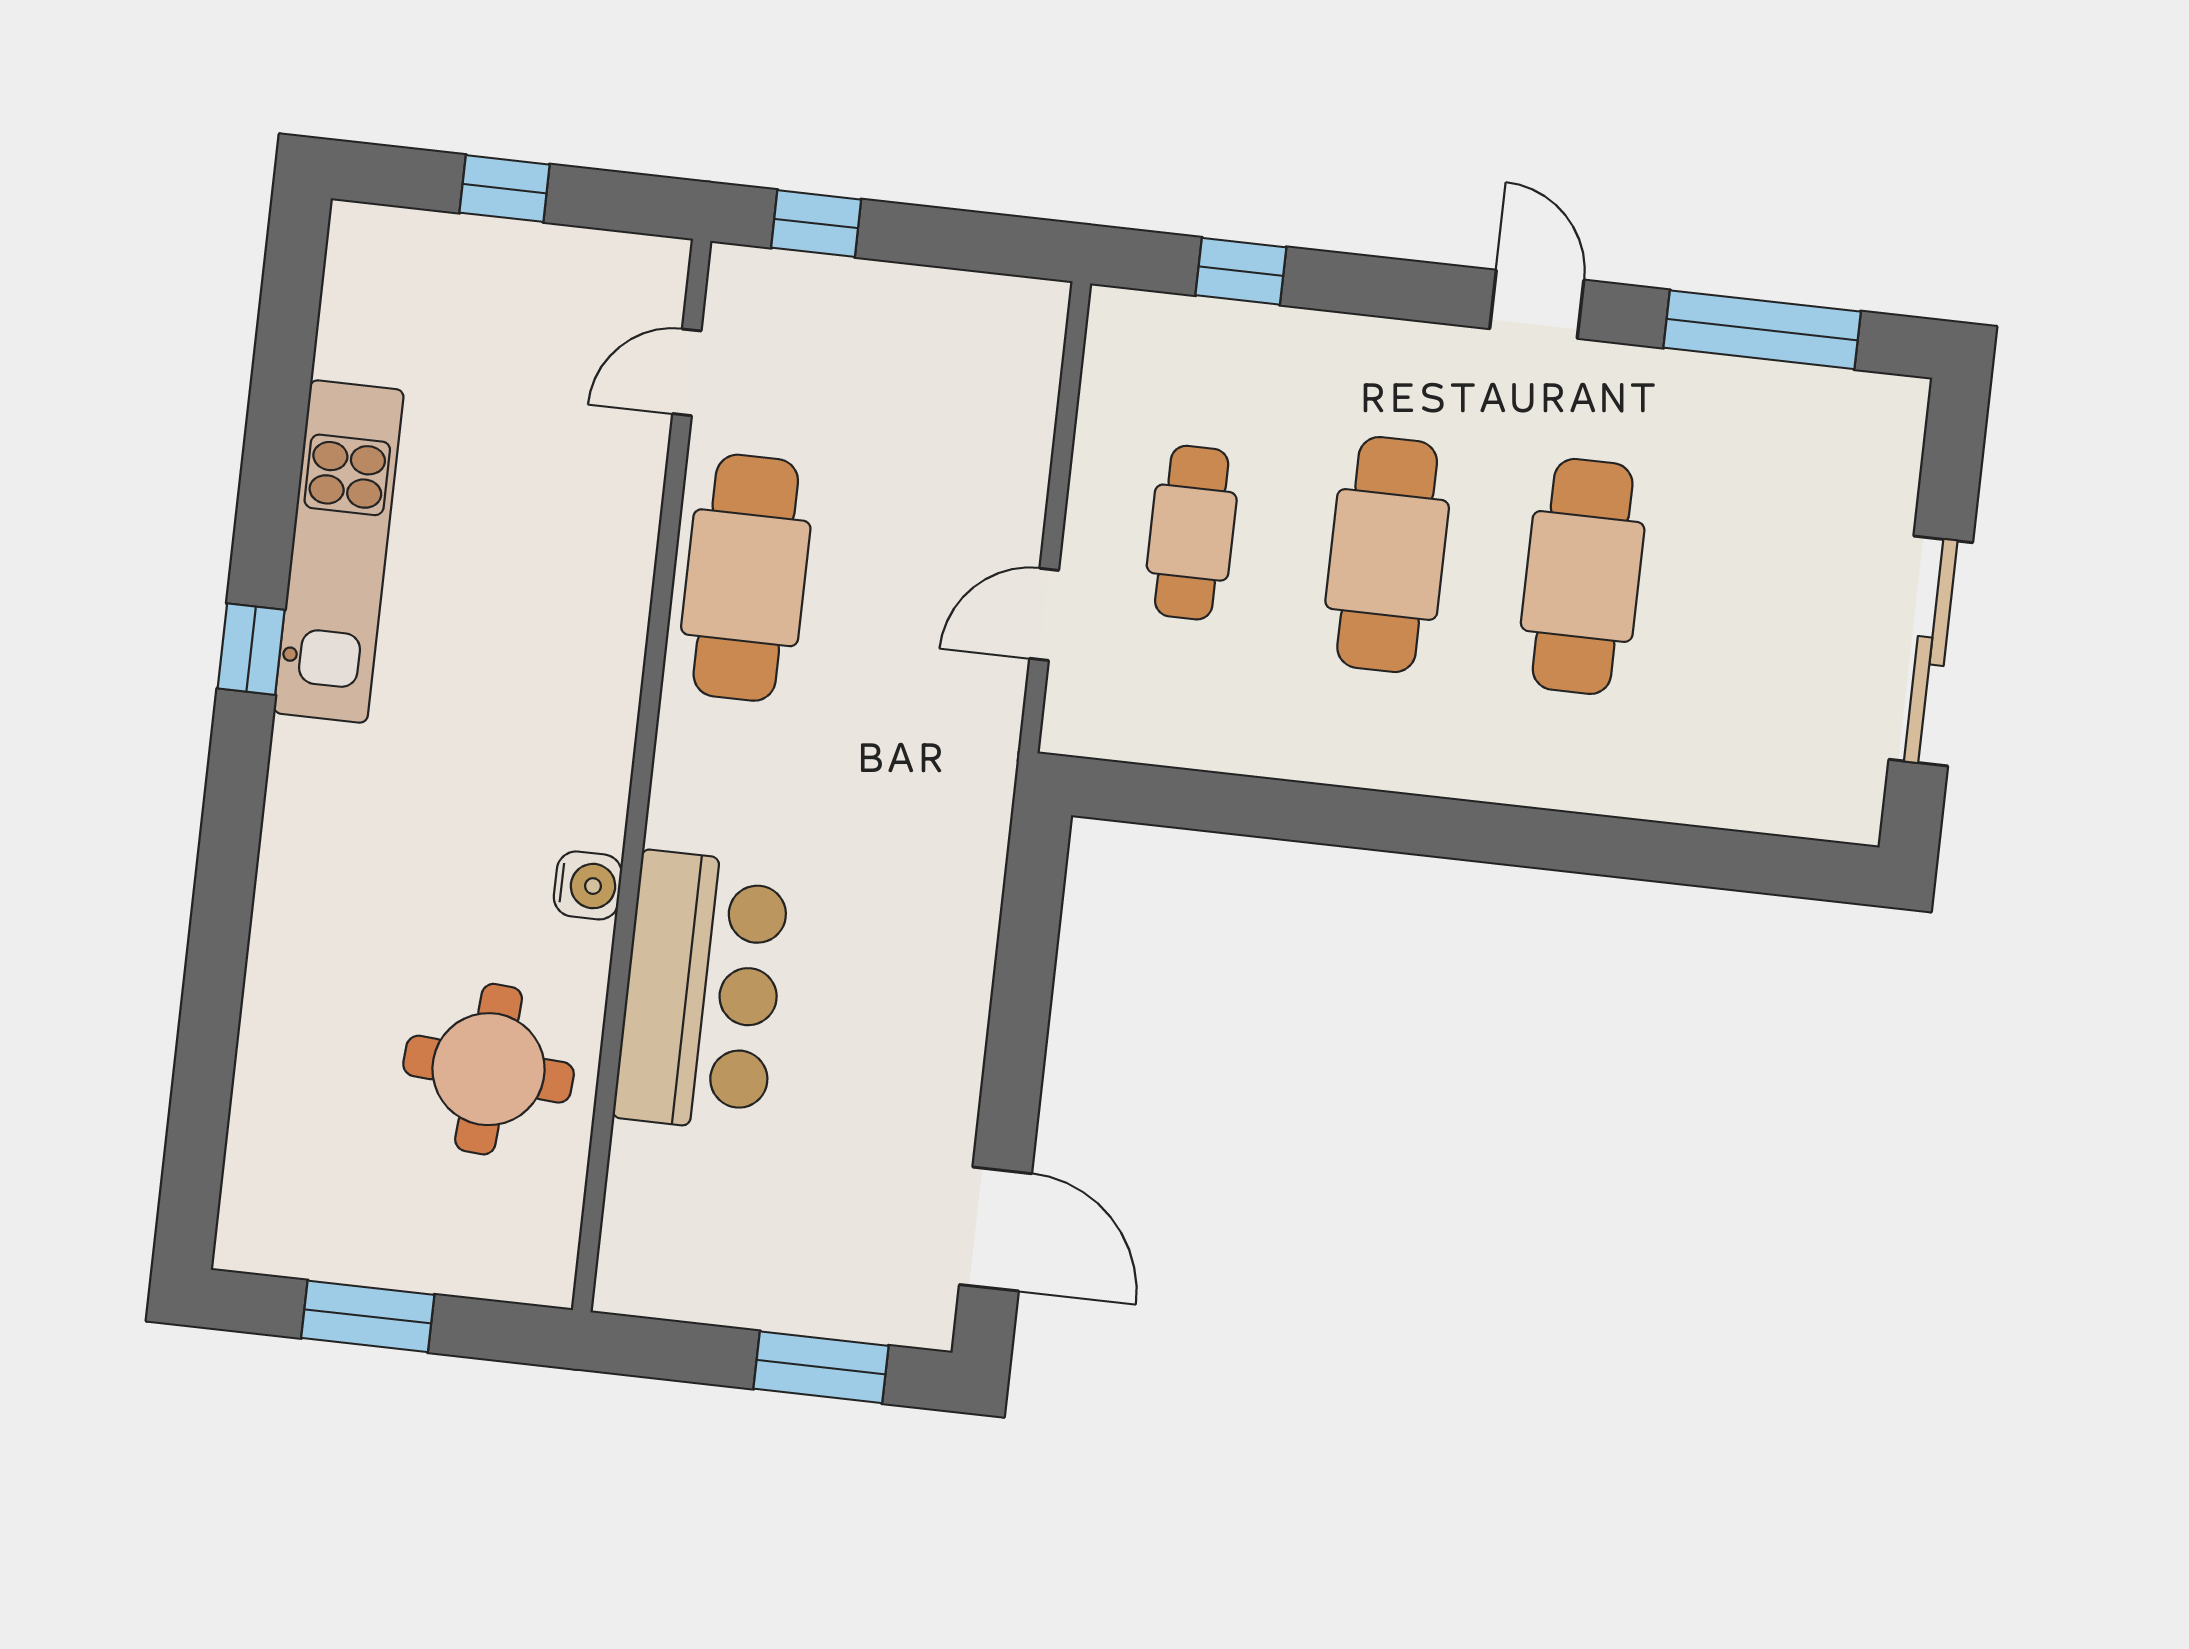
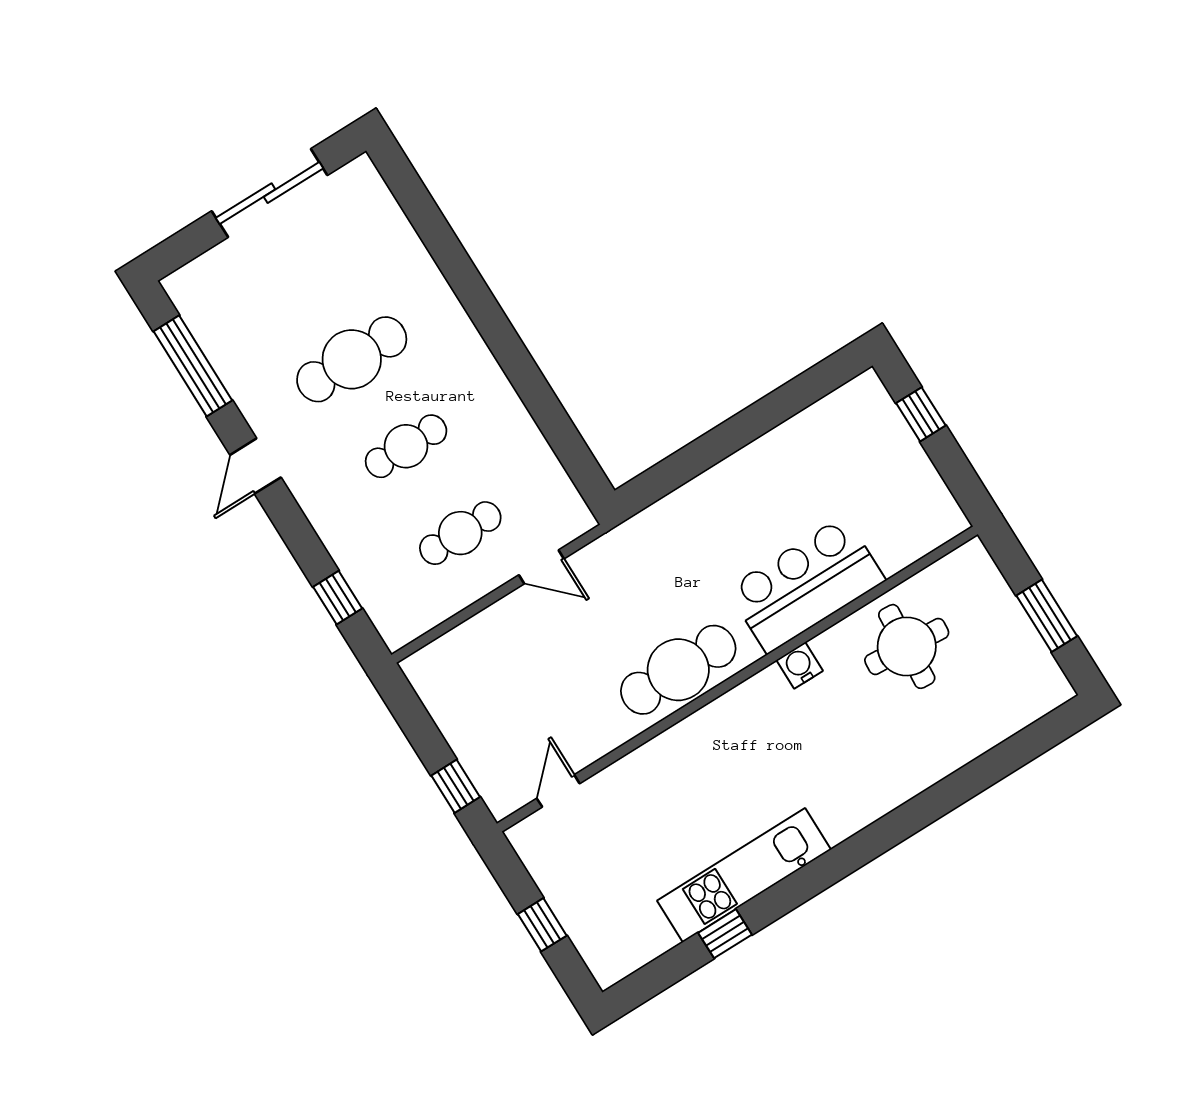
door: (687, 372) -> (558, 791), swing flipped
cafe table: (1387, 555) -> (406, 446), width x0.73, depth x0.74
cafe table: (746, 578) -> (678, 670), moved
window: (251, 649) -> (725, 934), moved
door: (996, 1229) -> (808, 388), removed
window: (821, 1367) -> (921, 414), width x0.67

